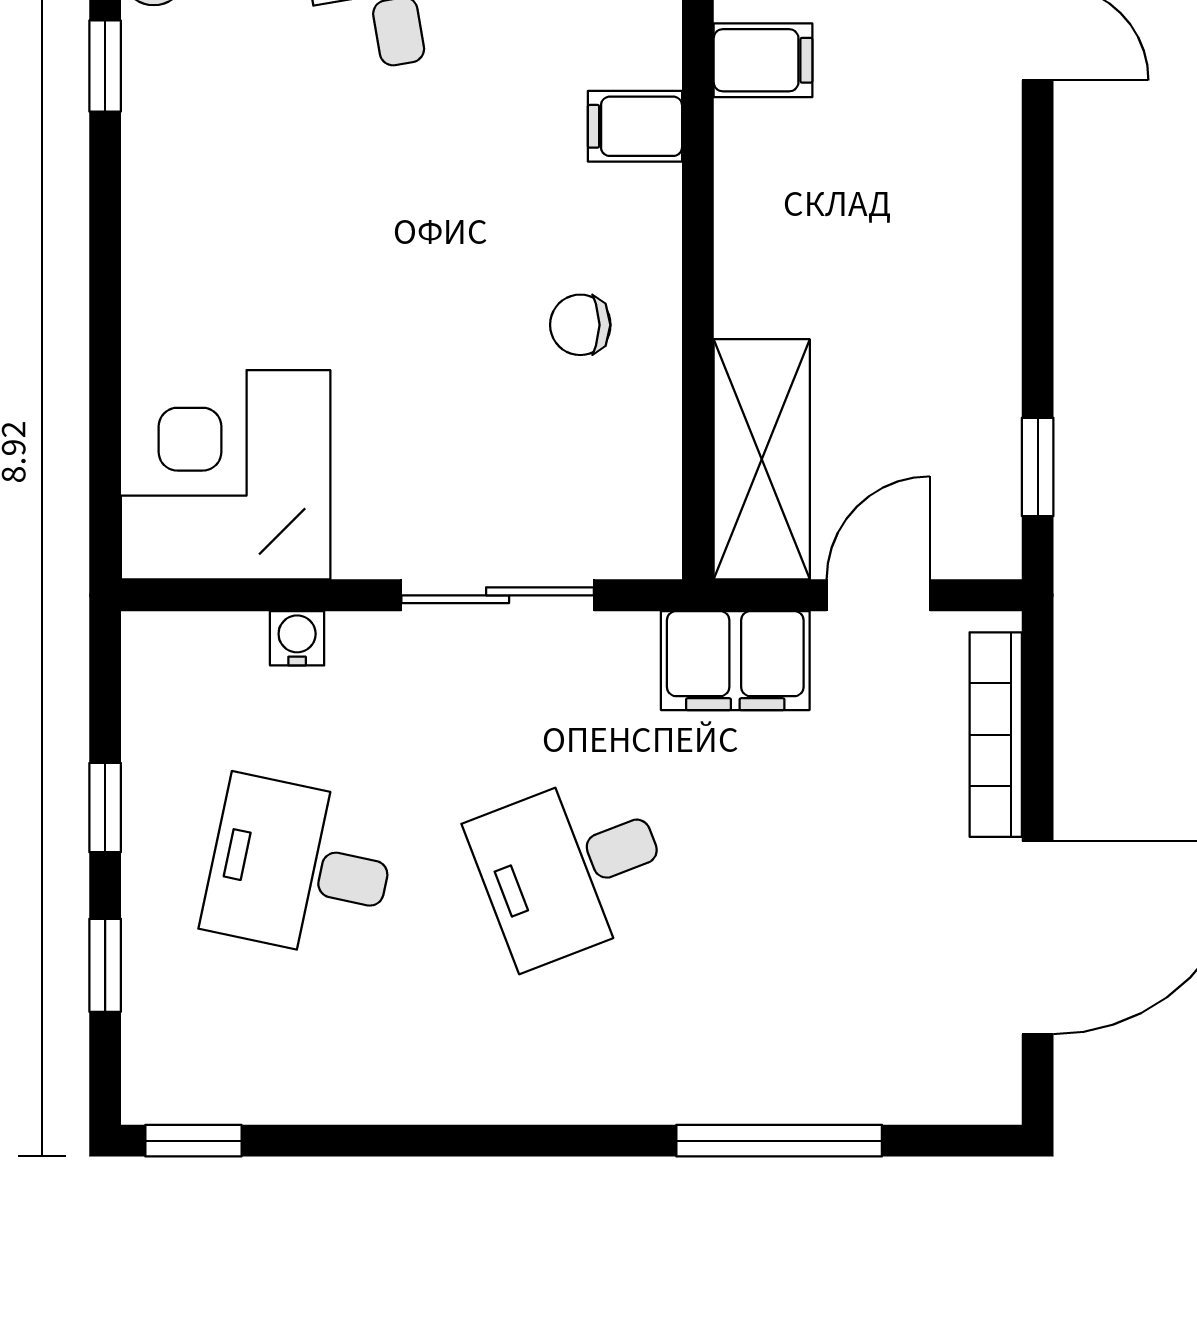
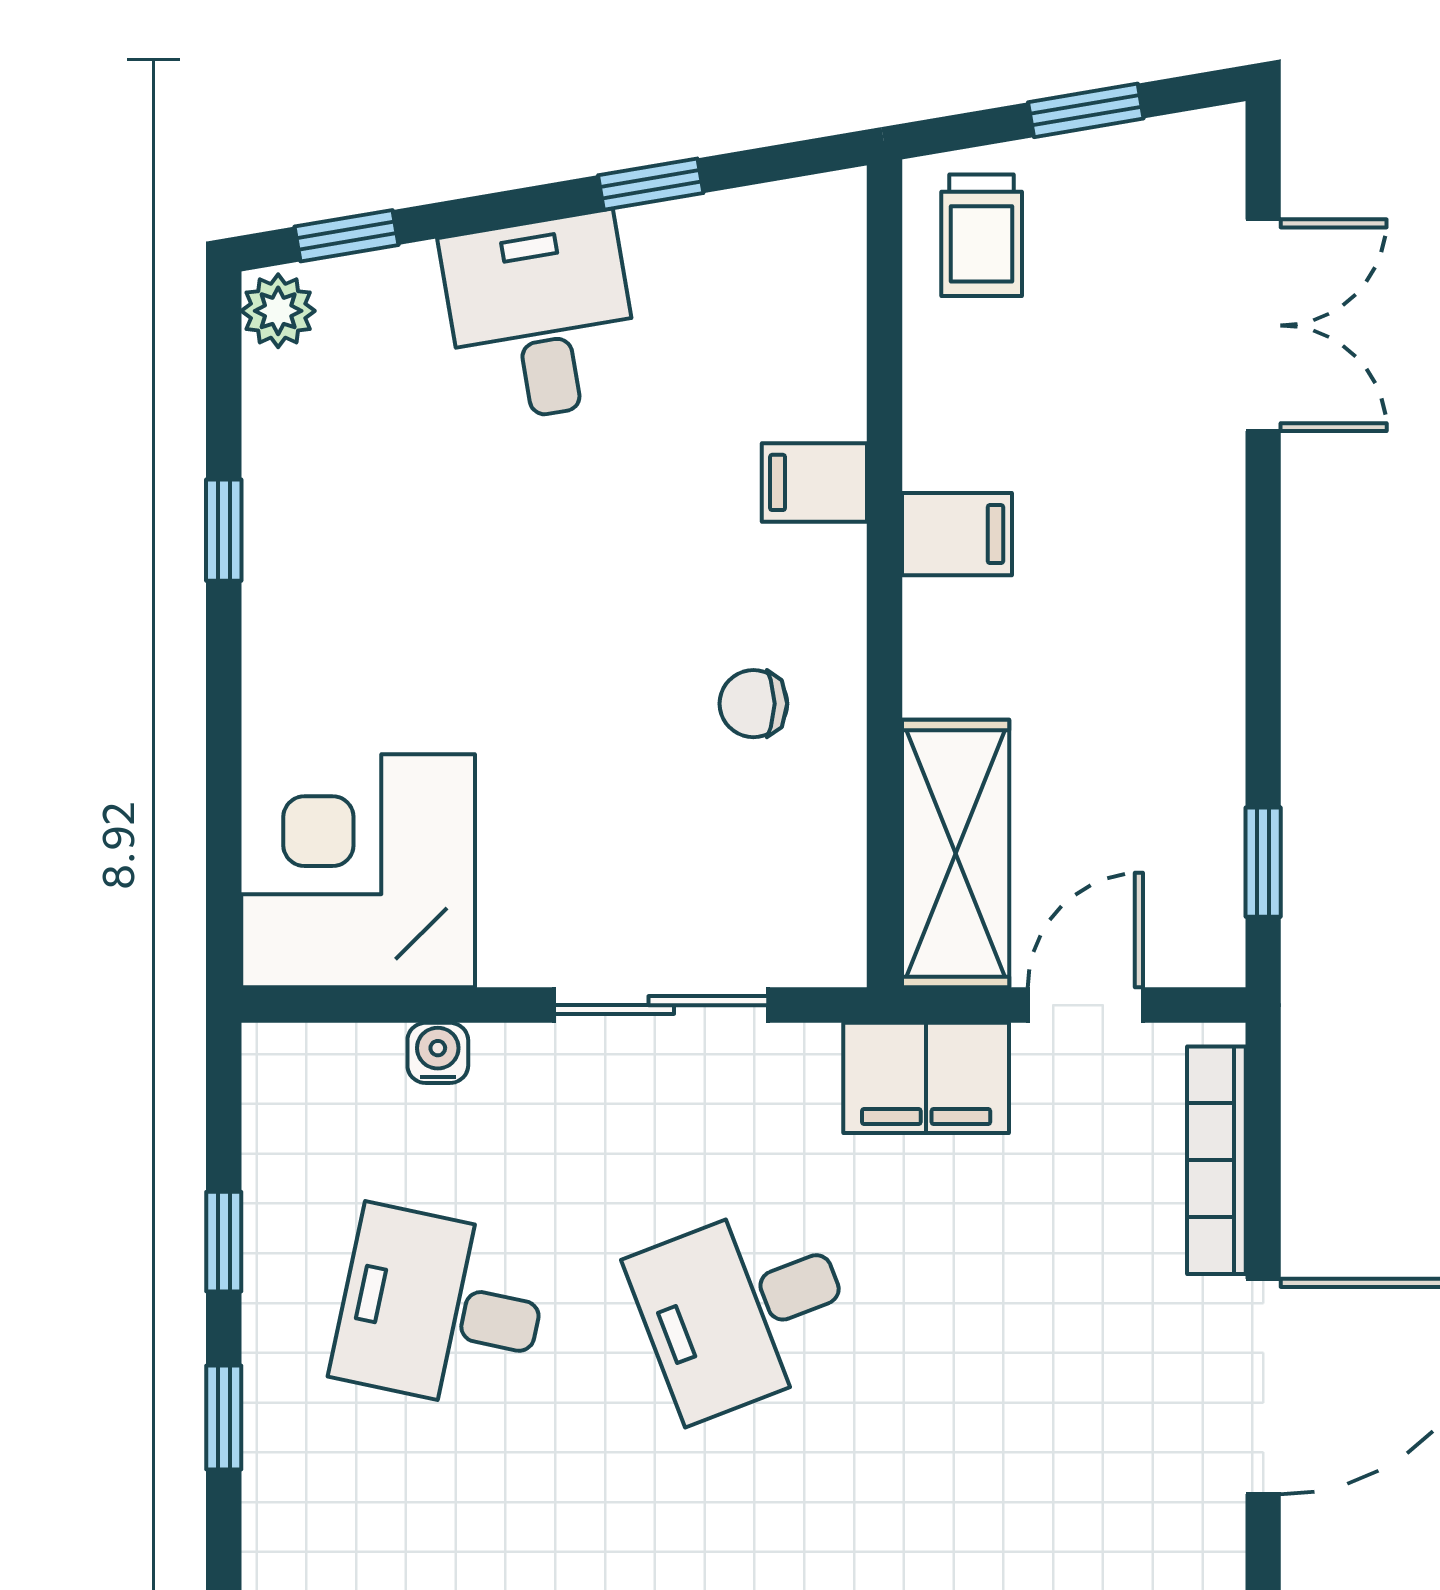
filing cabinet: (763, 60) -> (957, 534), moved
window: (105, 66) -> (224, 530), moved

